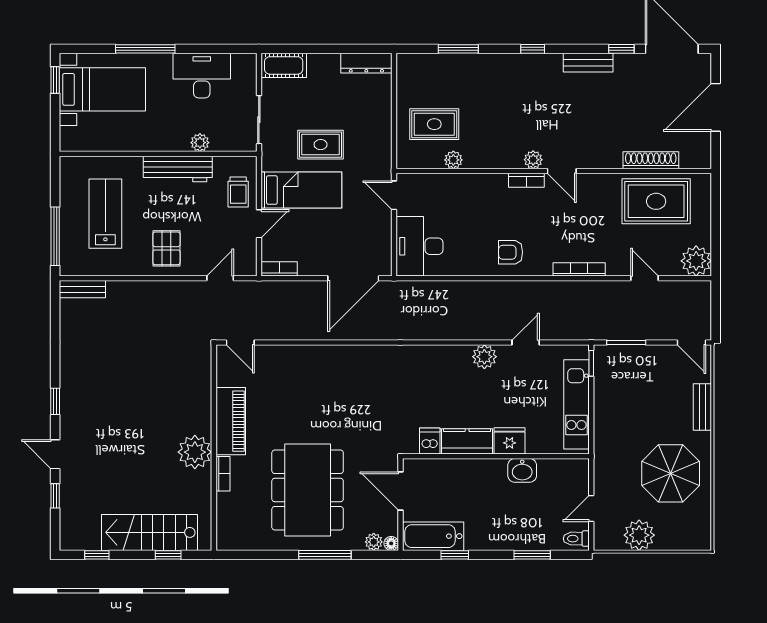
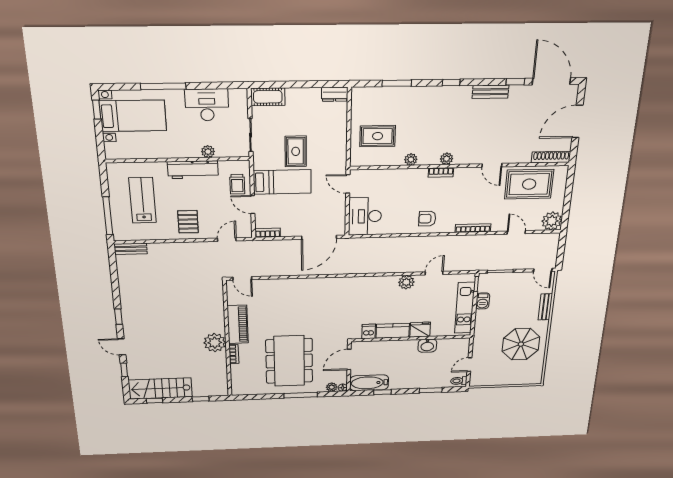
dresser: (366, 63) -> (335, 94), width x0.70
rug: (321, 145) -> (296, 151), turned 90
plant: (453, 160) -> (411, 159), moved
shoe rack: (651, 160) -> (551, 157), moved
door: (562, 171) -> (492, 165), moved
door: (259, 224) -> (253, 205), swing flipped
barbecue: (603, 393) -> (483, 301), added
door: (400, 491) -> (349, 359), hinge flipped
stairs: (150, 532) -> (160, 388), moved
plant: (639, 535) -> (498, 378), removed

